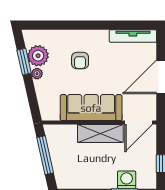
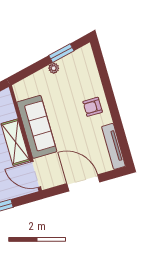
plant: (38, 56) -> (70, 64), removed
armchair: (80, 61) -> (93, 107), moved

